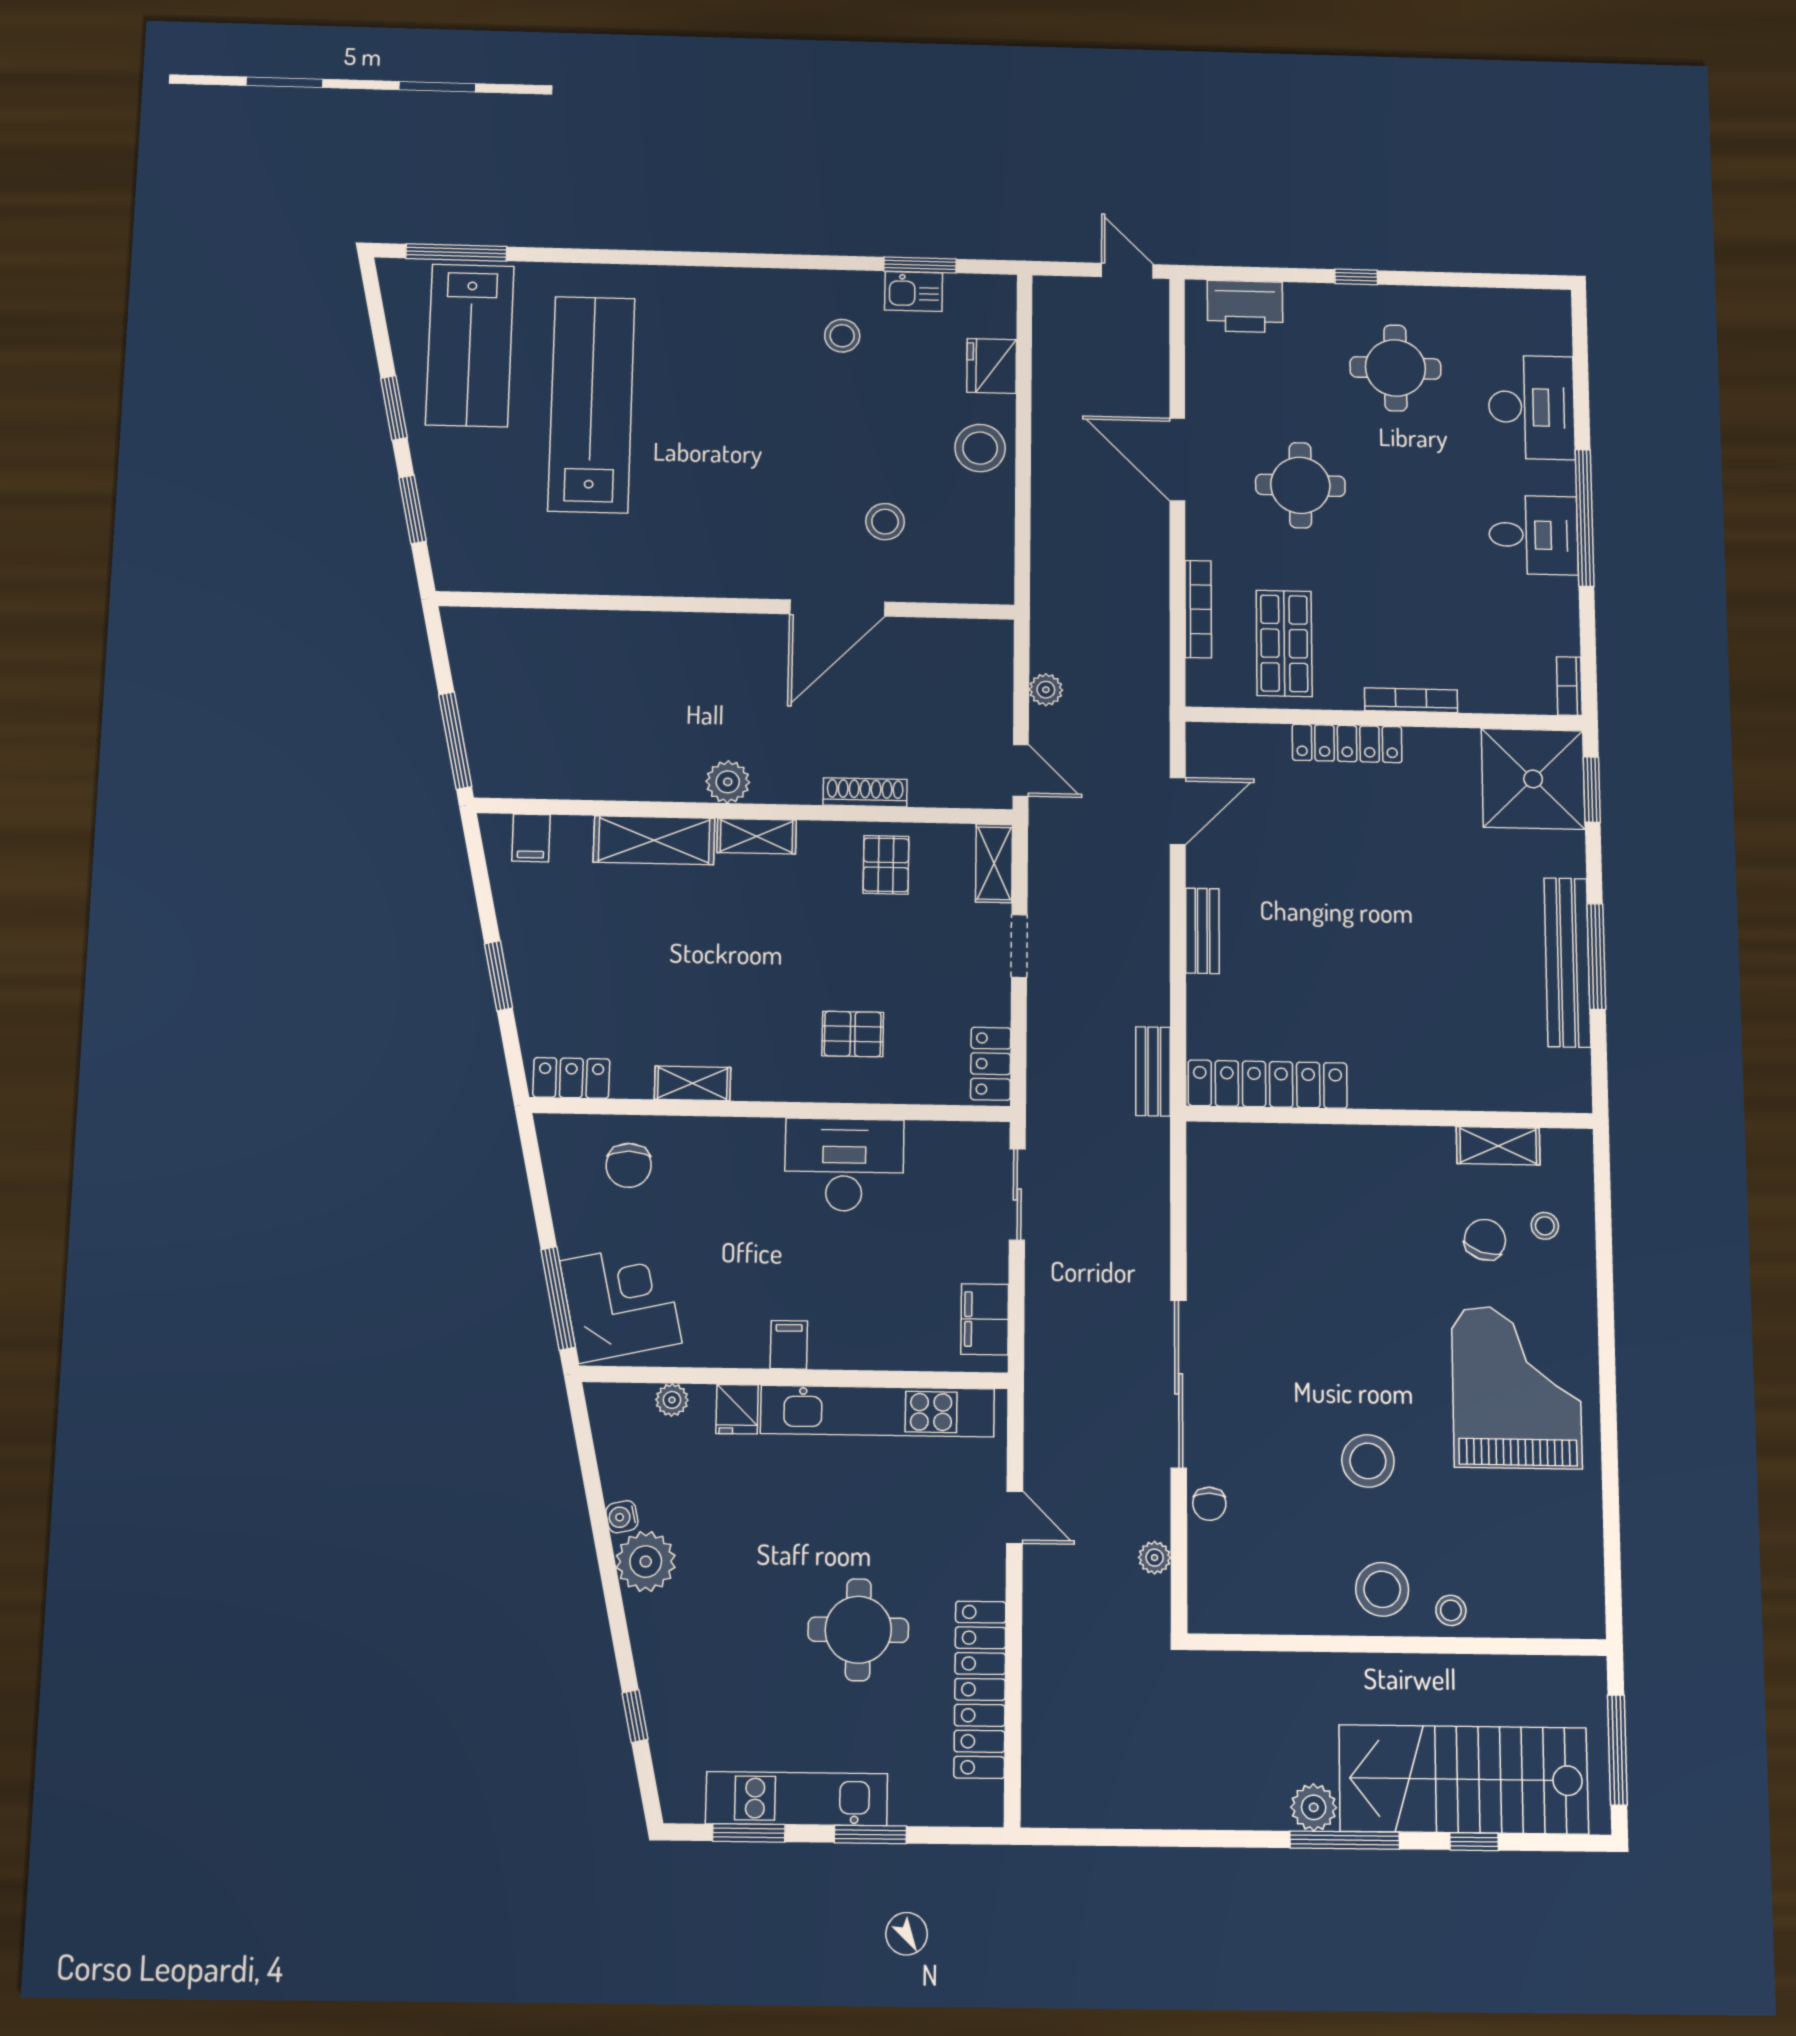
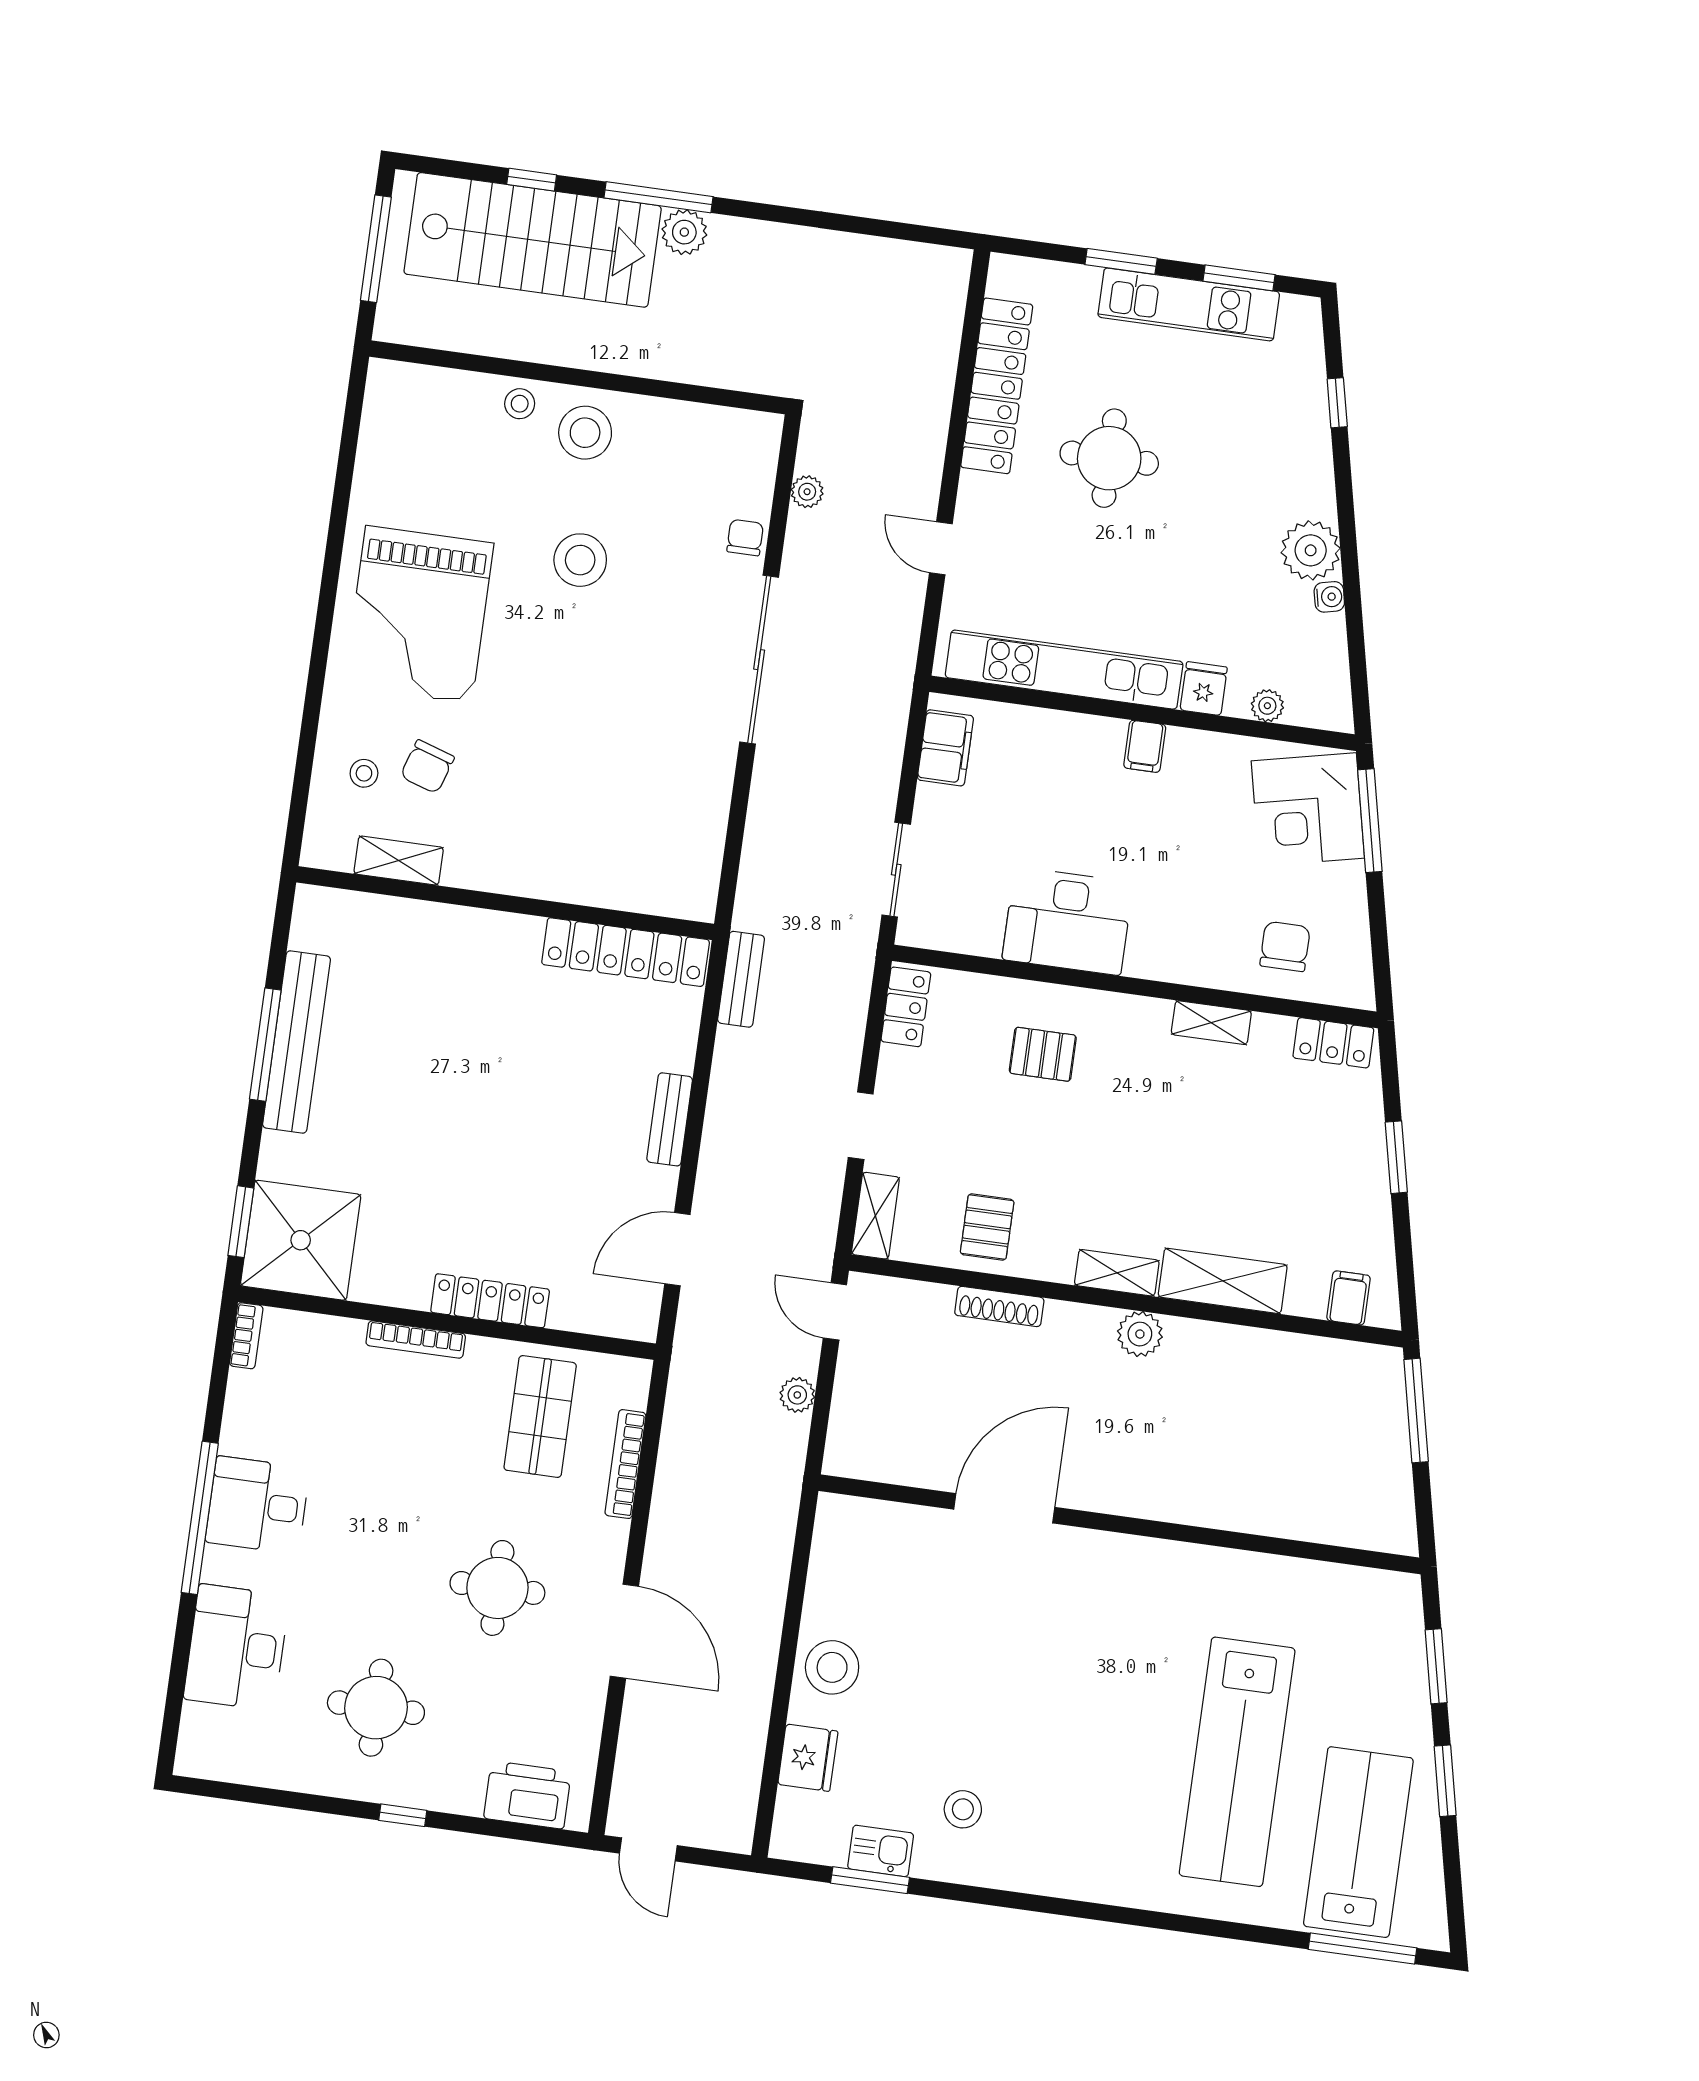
stool: (885, 522) -> (943, 1597), removed

